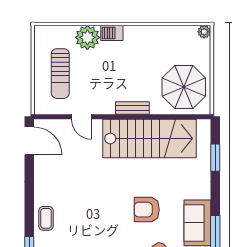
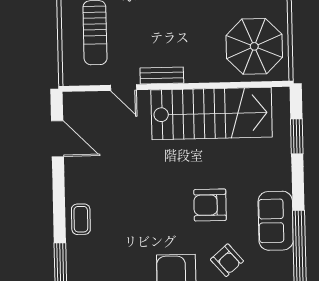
bench: (132, 108) -> (162, 75), moved
door: (29, 141) -> (58, 139), moved

